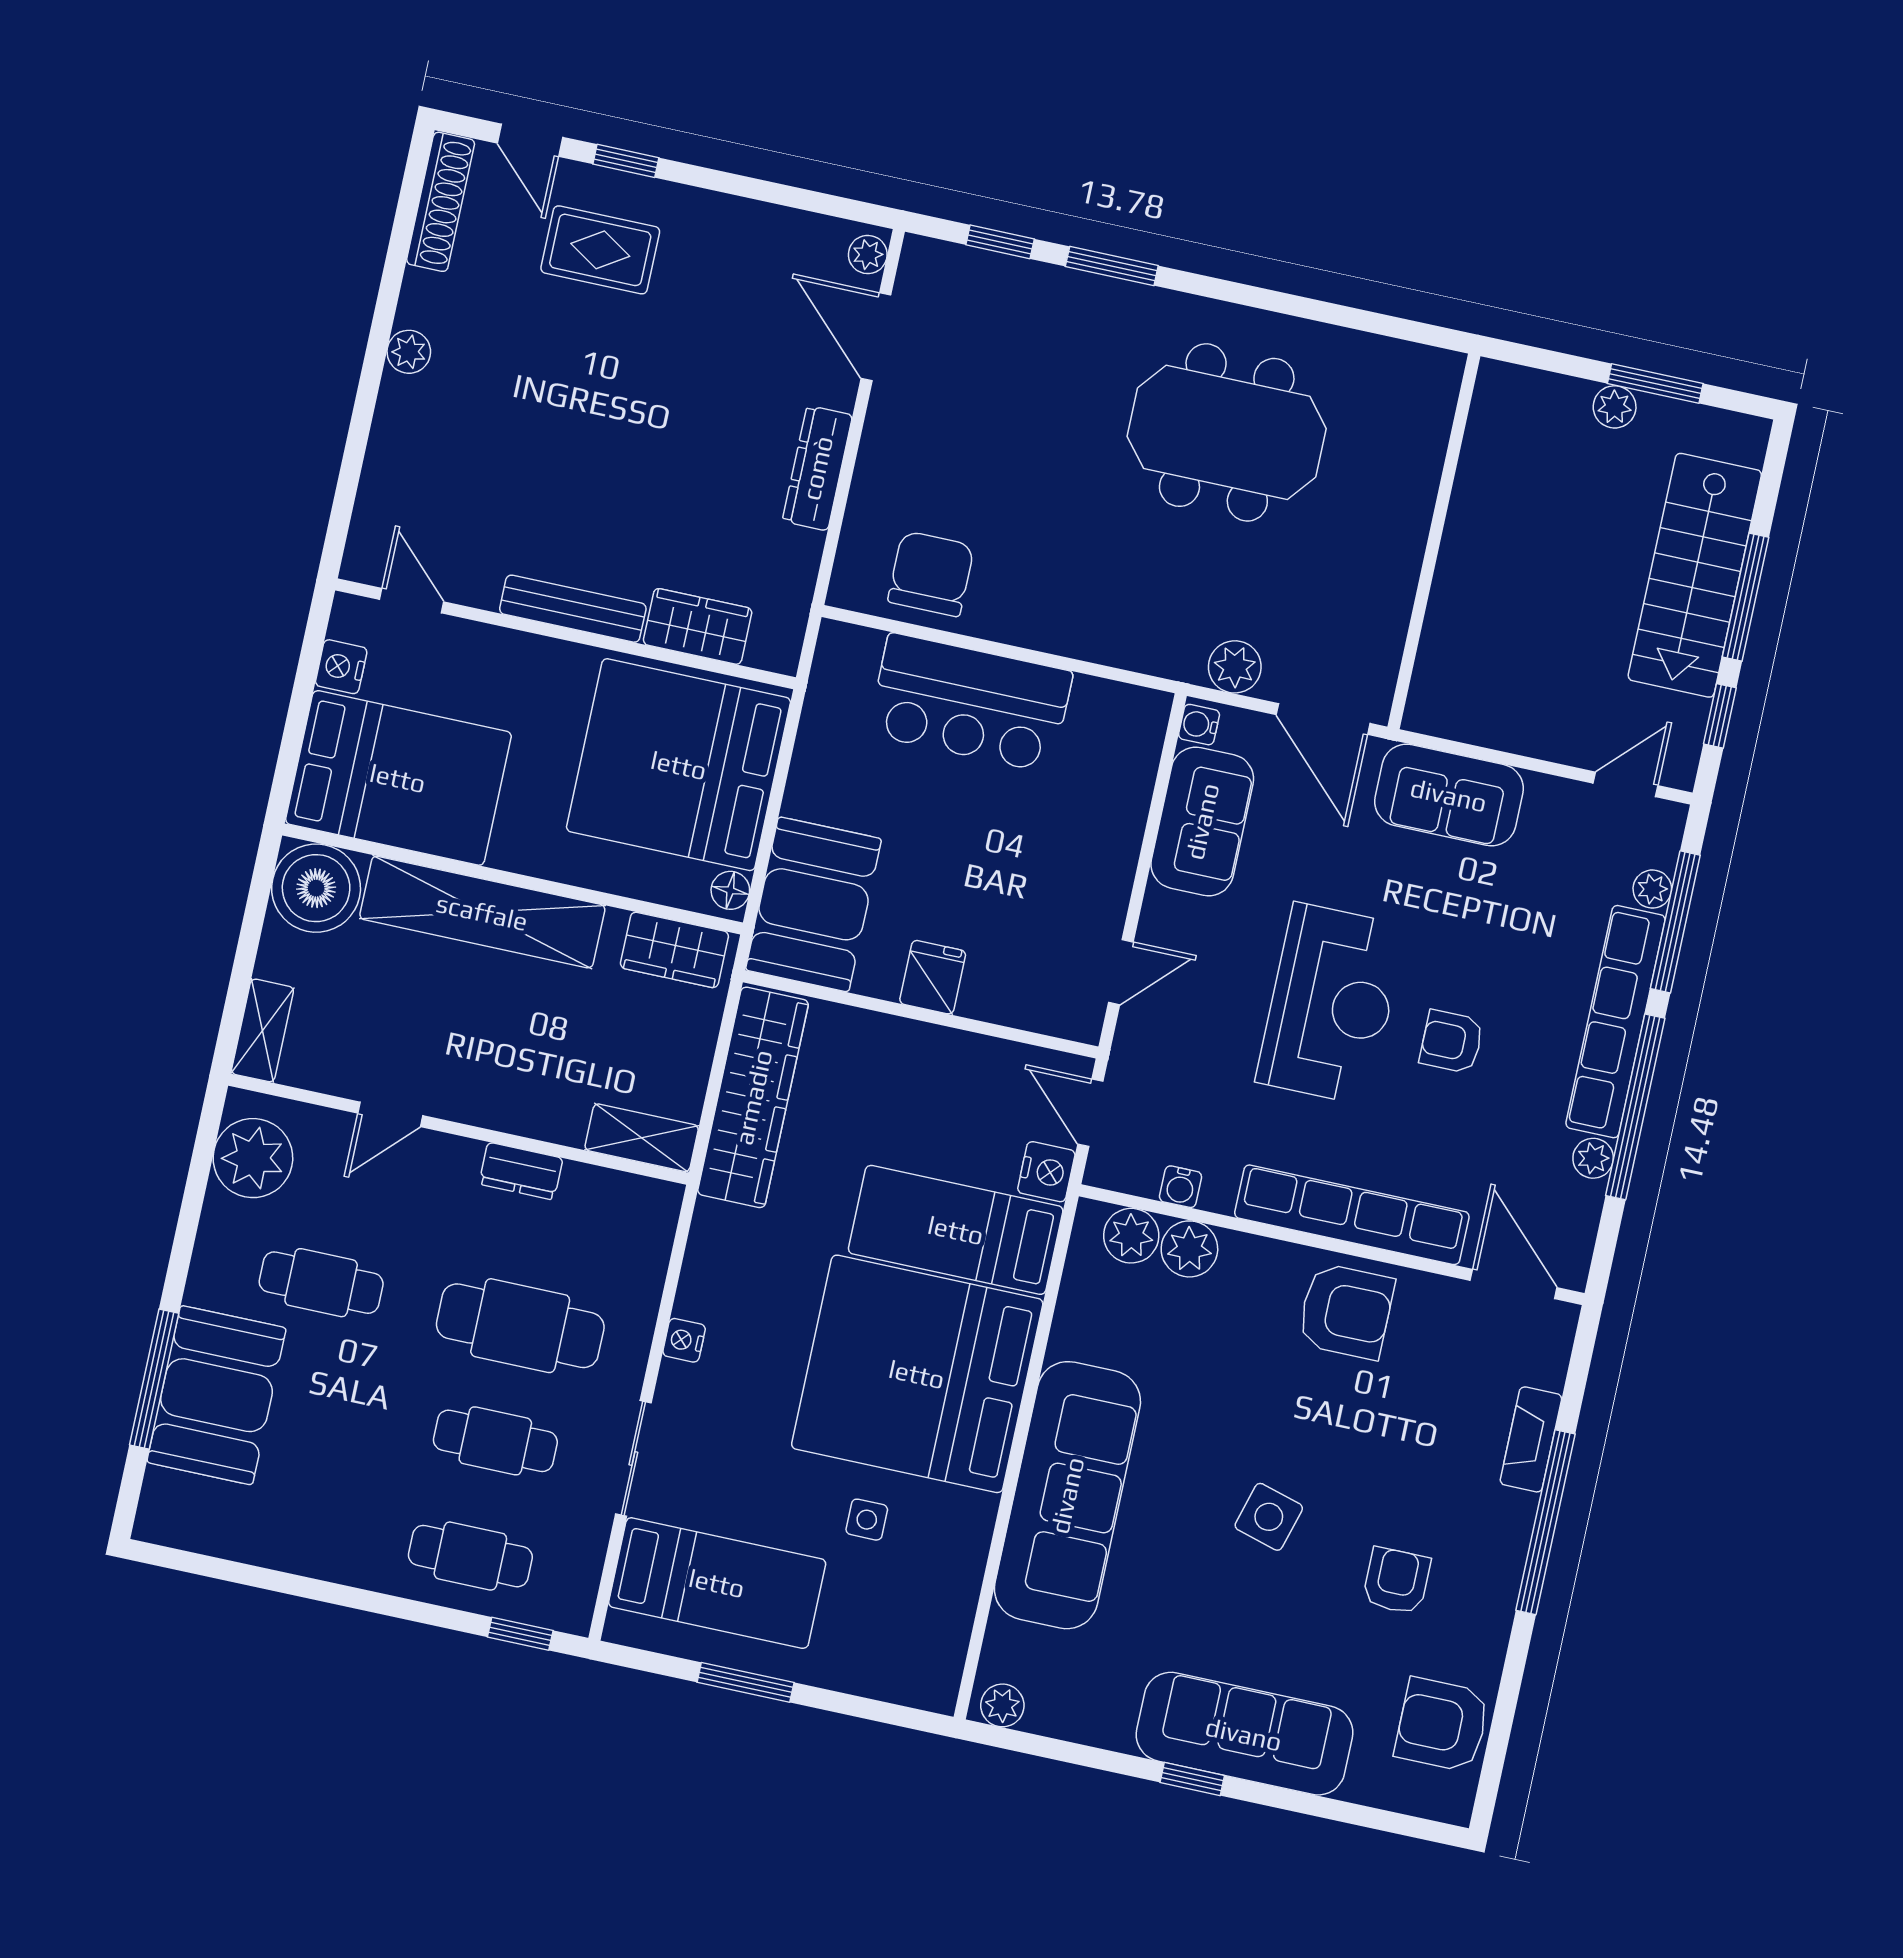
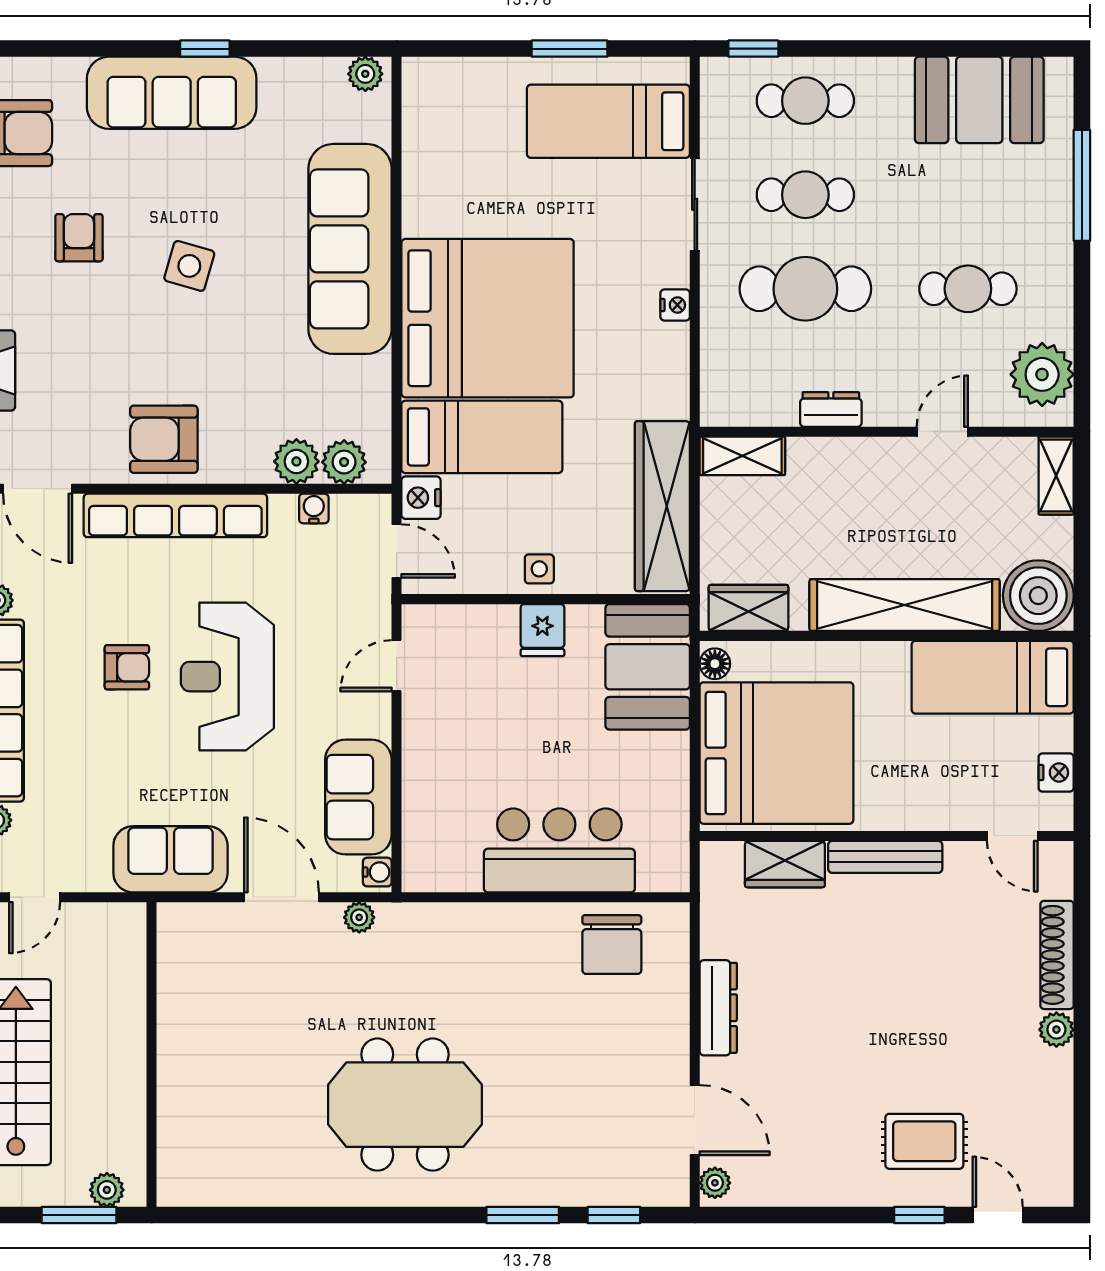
shoe rack: (441, 202) -> (1057, 955), moved
wall: (1434, 541) -> (151, 1054), moved
plant: (1235, 667) -> (359, 917), width x0.73, depth x0.73
bed: (398, 778) -> (993, 677), width x0.67
booth: (216, 1395) -> (979, 100), moved, turned 90
side table: (867, 1520) -> (539, 569), moved
armchair: (1396, 1581) -> (79, 238), turned 180

